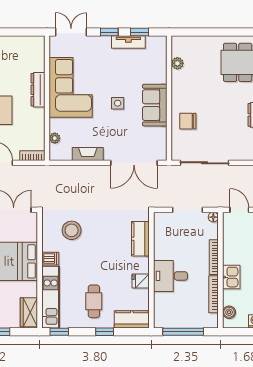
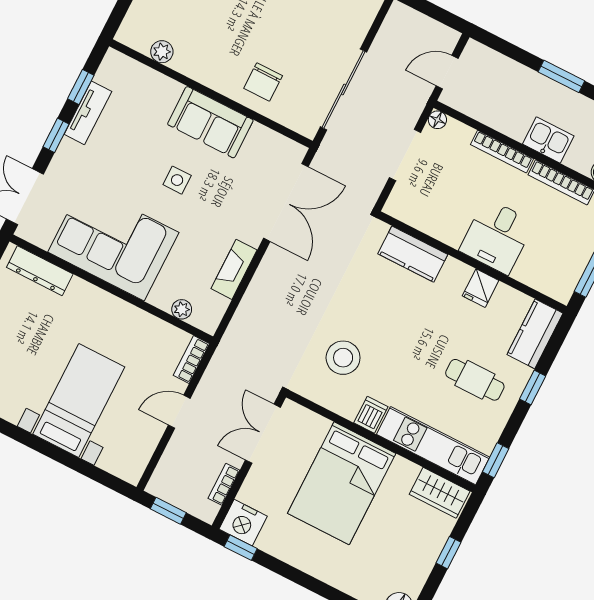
dresser: (38, 90) -> (40, 271), moved

